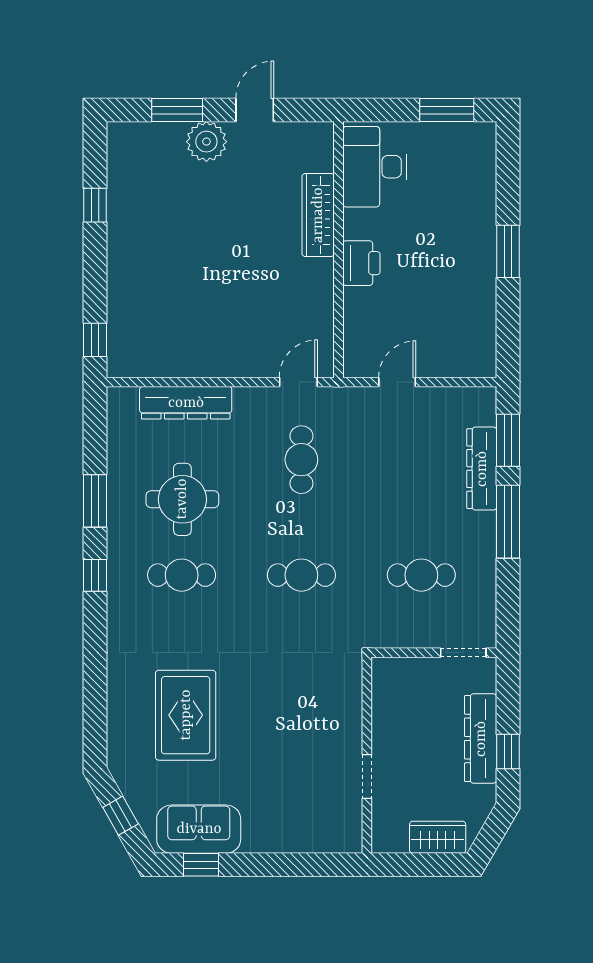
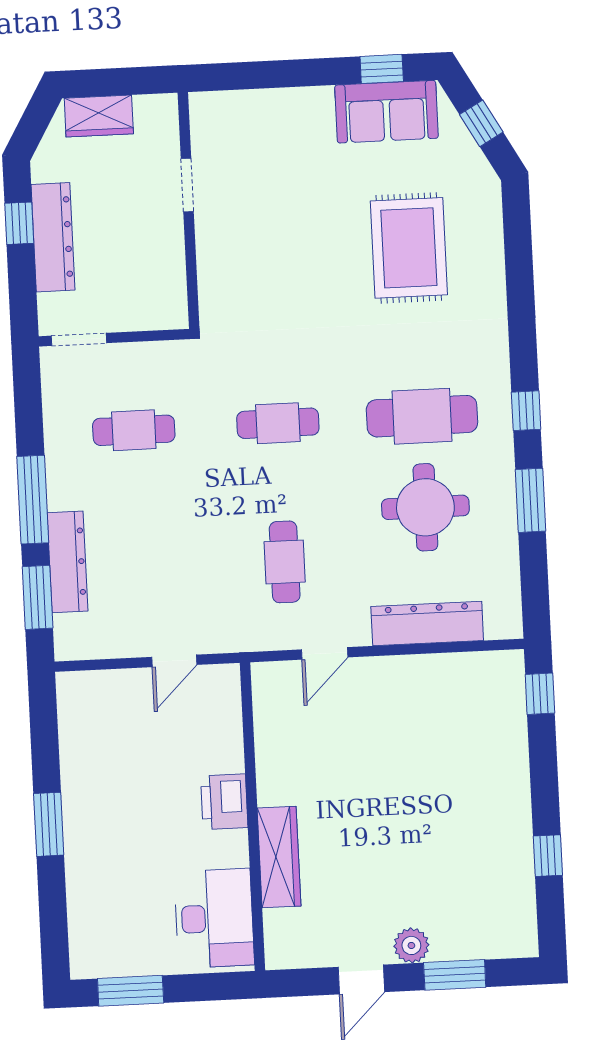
plant: (206, 142) -> (411, 945), width x0.73, depth x0.73
door: (298, 382) -> (325, 653), moved
cafe table: (182, 575) -> (422, 416), width x1.37, depth x1.35

